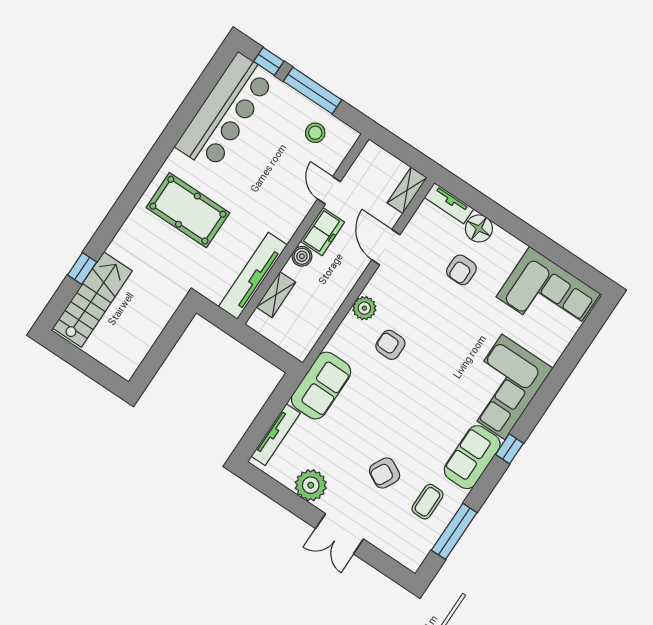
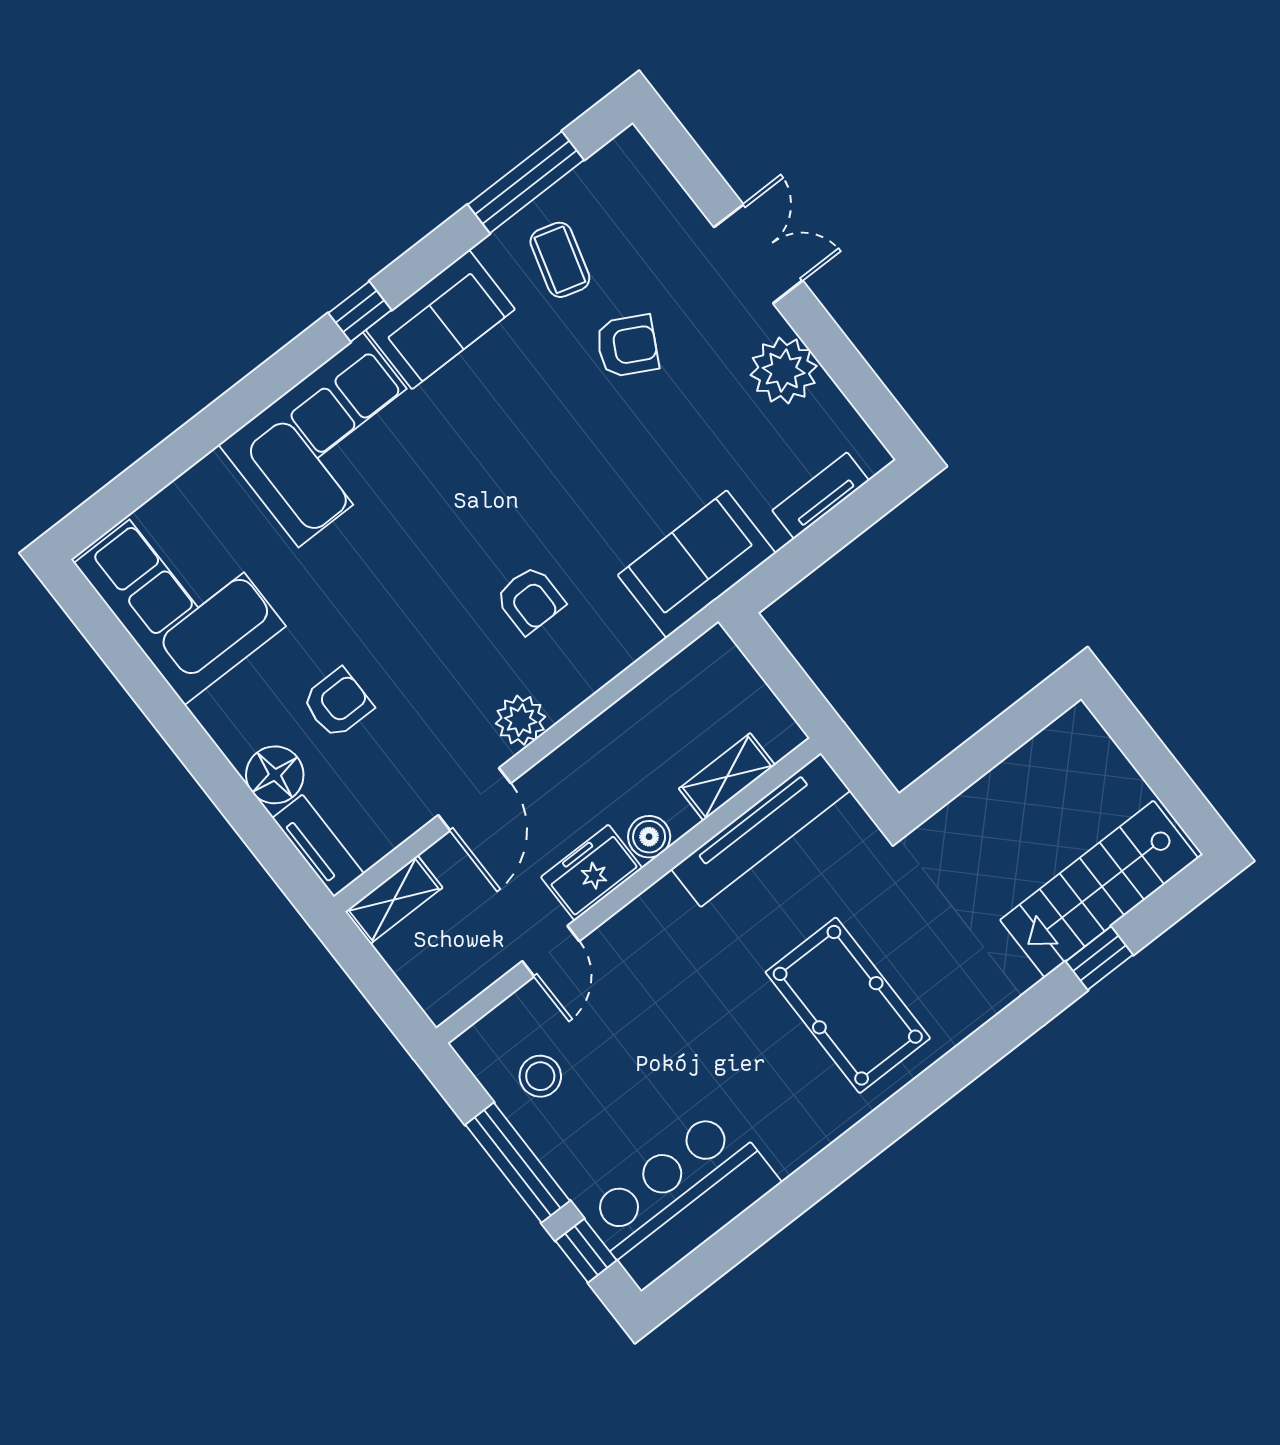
bar counter: (225, 112) -> (681, 1198), width x0.73
plant: (364, 308) -> (521, 720), moved
tv unit: (276, 435) -> (821, 495), width x0.71
coffee table: (427, 502) -> (560, 260), turned -74

